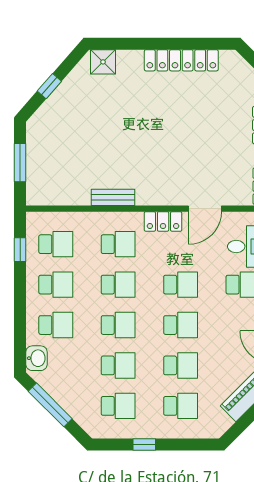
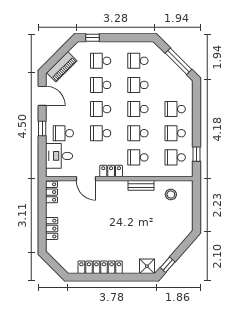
window: (49, 86) -> (168, 265), moved
window: (20, 163) -> (197, 206), removed
stool: (63, 182) -> (171, 194), added
door: (205, 209) -> (86, 179), swing flipped
washbasin: (36, 358) -> (187, 89), removed
window: (144, 444) -> (92, 38), moved

